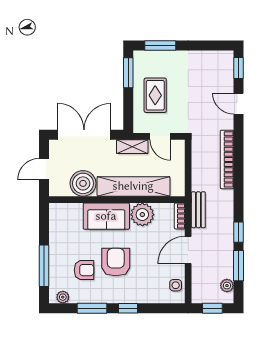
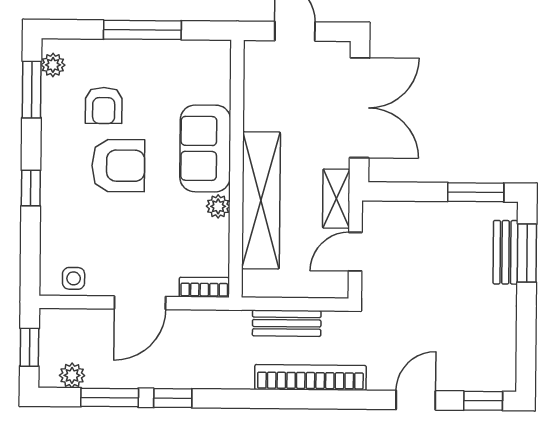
bench: (160, 57) -> (506, 252), added
rug: (155, 95) -> (433, 243), removed
boiler: (83, 183) -> (267, 105), removed
bench: (198, 210) -> (287, 323), moved
plant: (142, 215) -> (218, 206), width x0.53, depth x0.53
door: (188, 250) -> (140, 303), swing flipped
window: (44, 266) -> (142, 30), moved
window: (92, 308) -> (32, 90), moved

